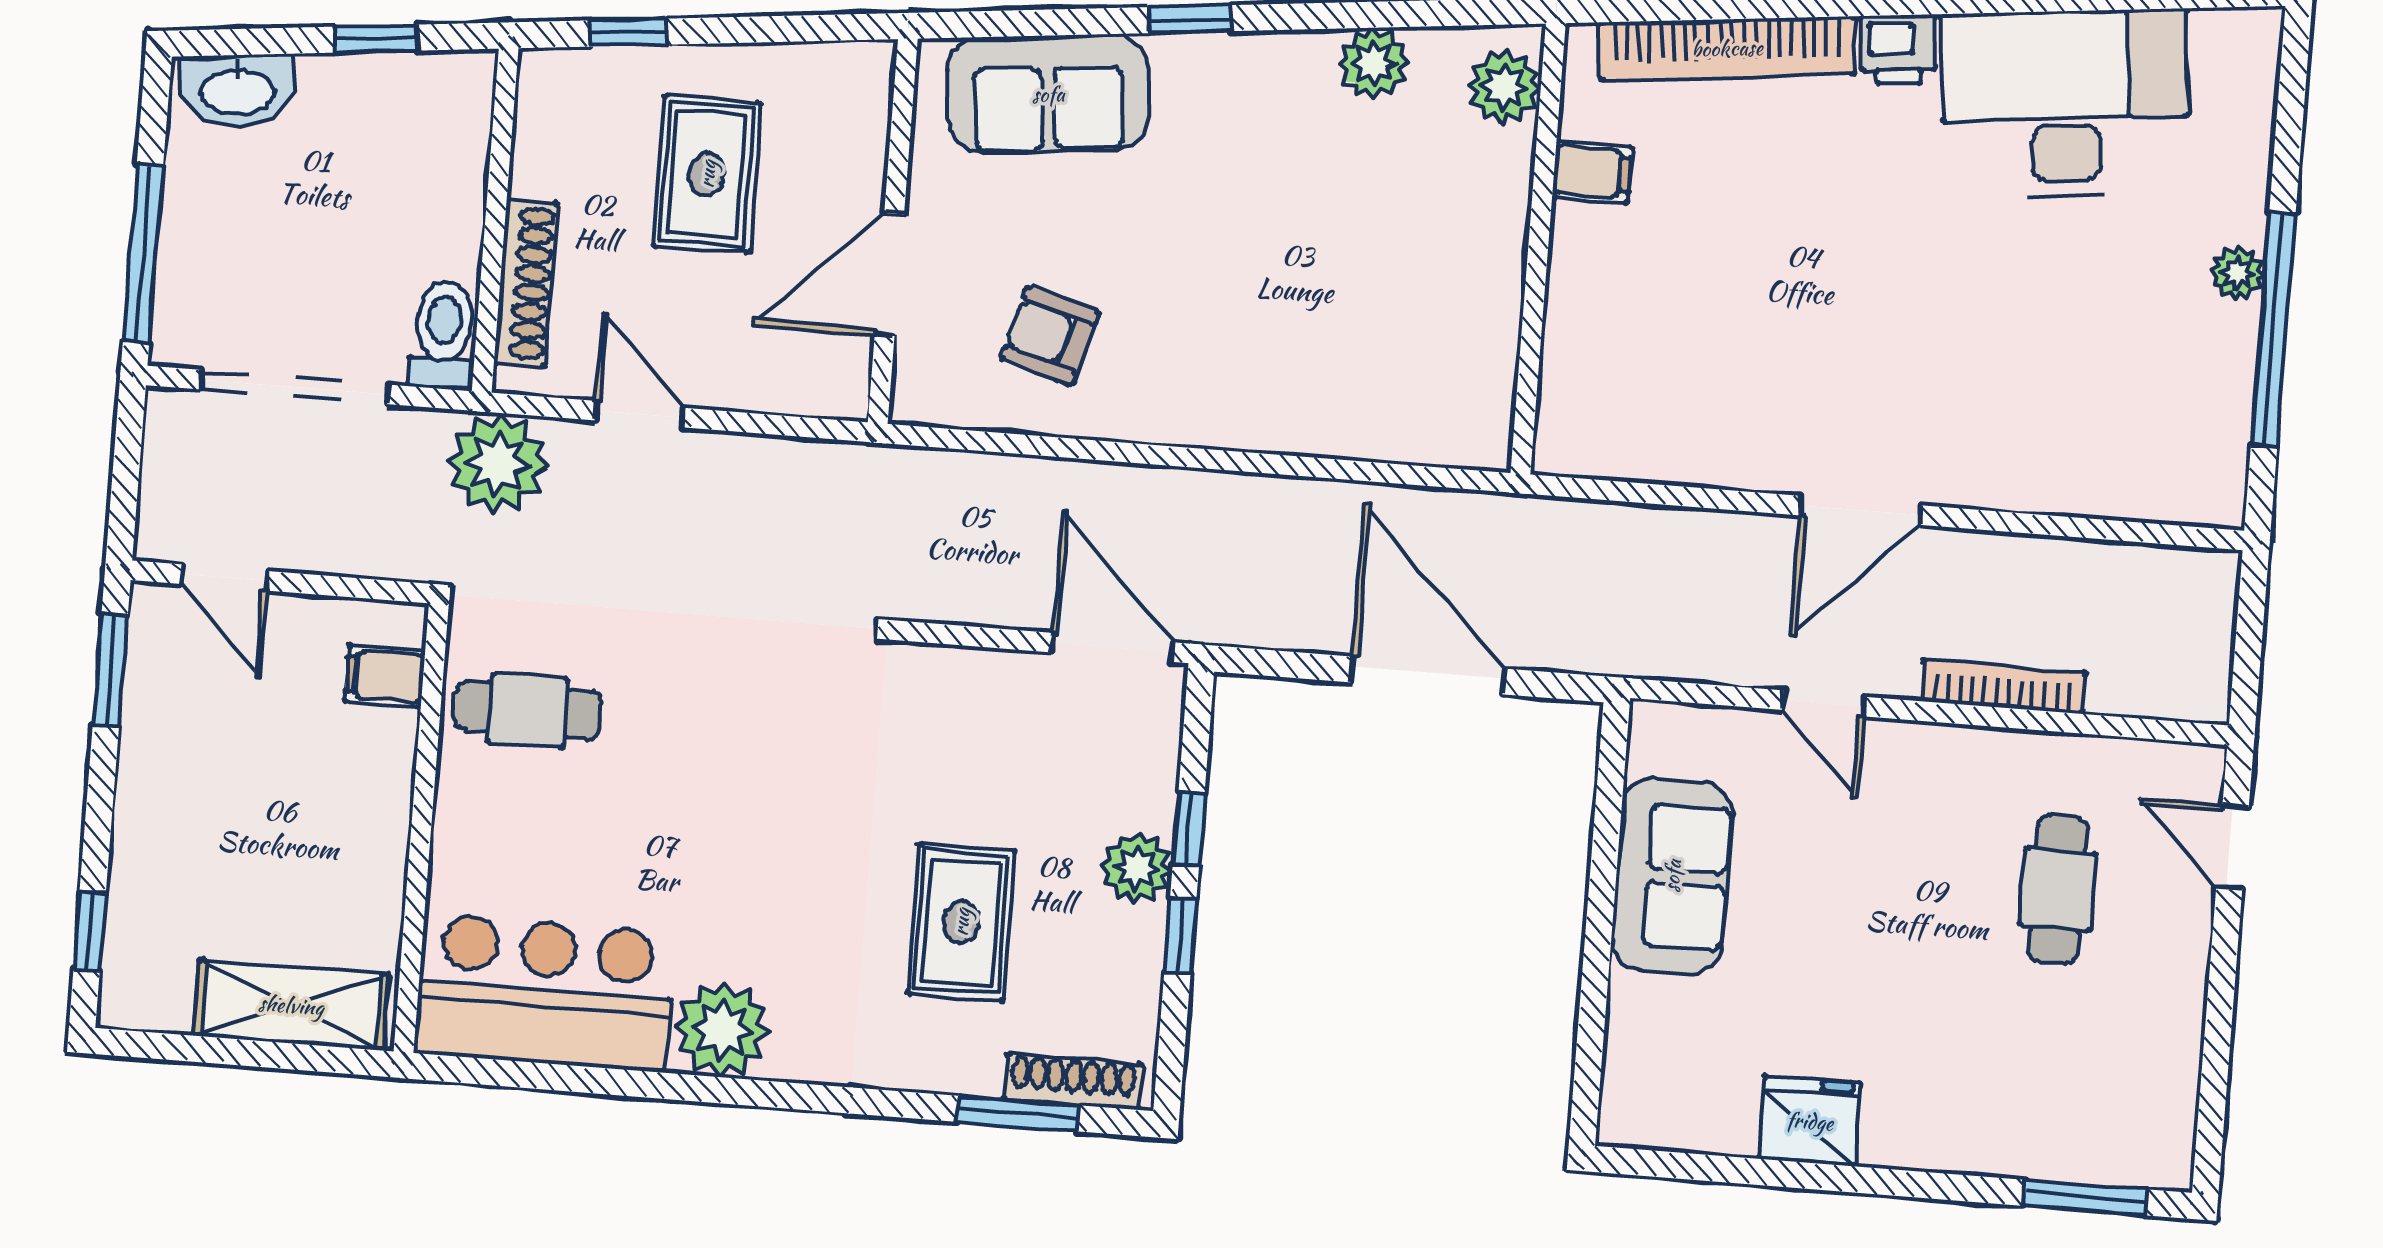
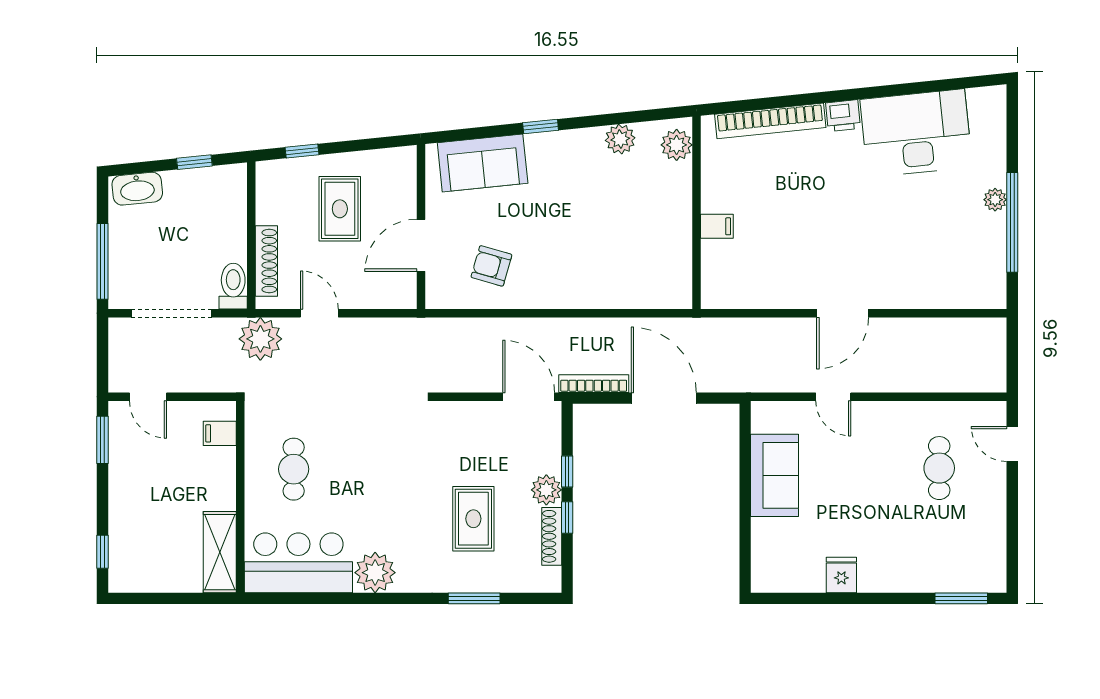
filing cabinet: (1592, 172) -> (717, 226), moved
bookcase: (2003, 687) -> (594, 384), moved
cafe table: (528, 711) -> (294, 469), moved, turned 90
shelving: (291, 1005) -> (220, 552), moved, turned 90
shoe rack: (1073, 1082) -> (552, 536), moved, turned -90
window: (1018, 1114) -> (474, 598), moved
fridge: (1810, 1121) -> (841, 575), width x0.72

